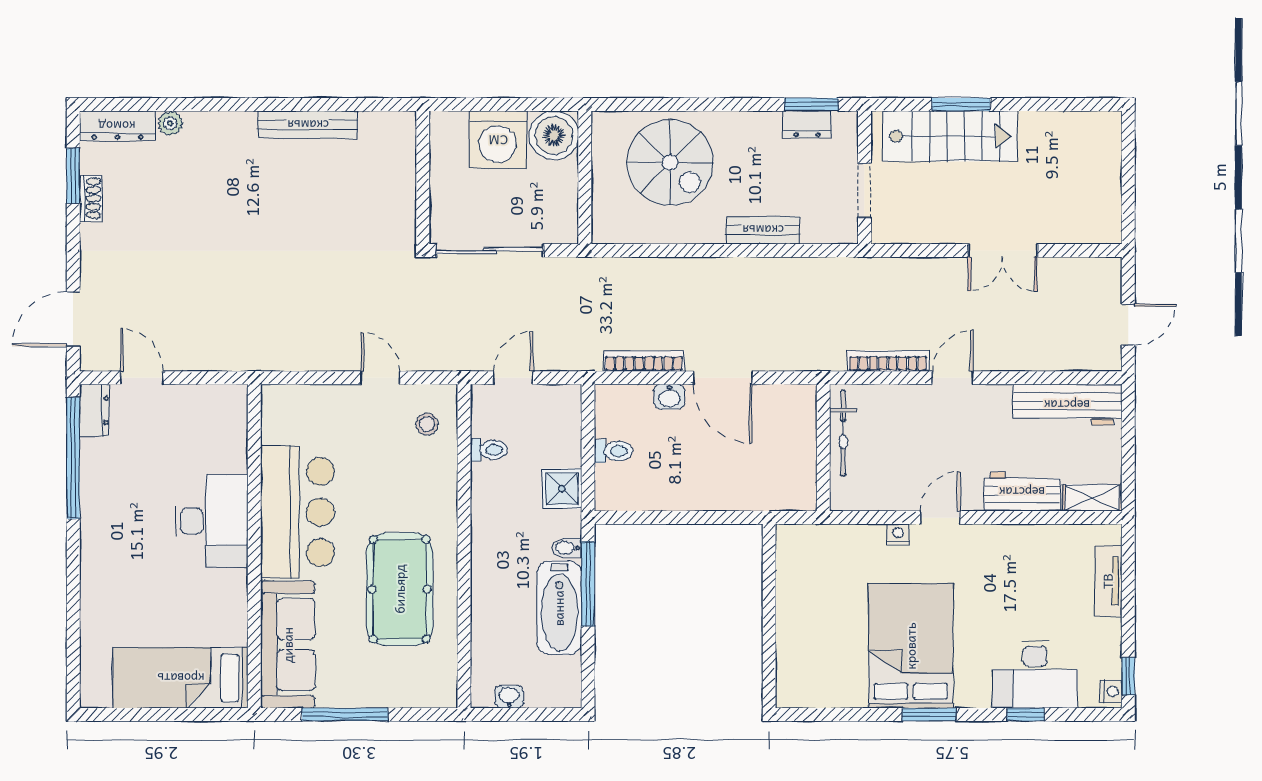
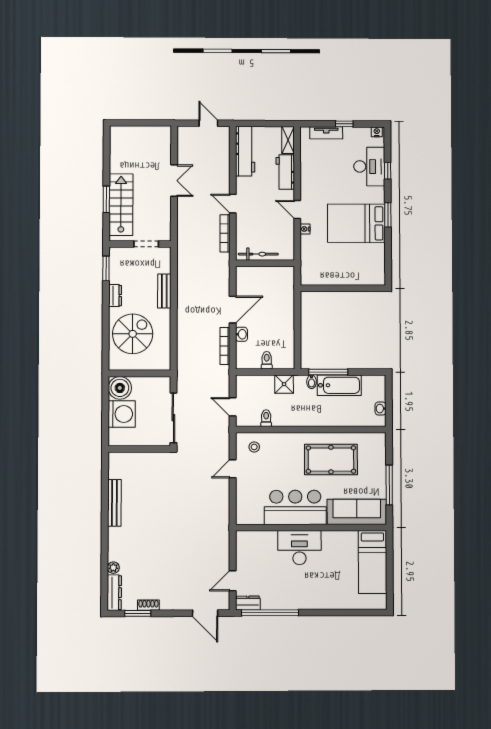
dresser: (807, 124) -> (115, 296), moved
window: (1128, 676) -> (344, 124), moved

